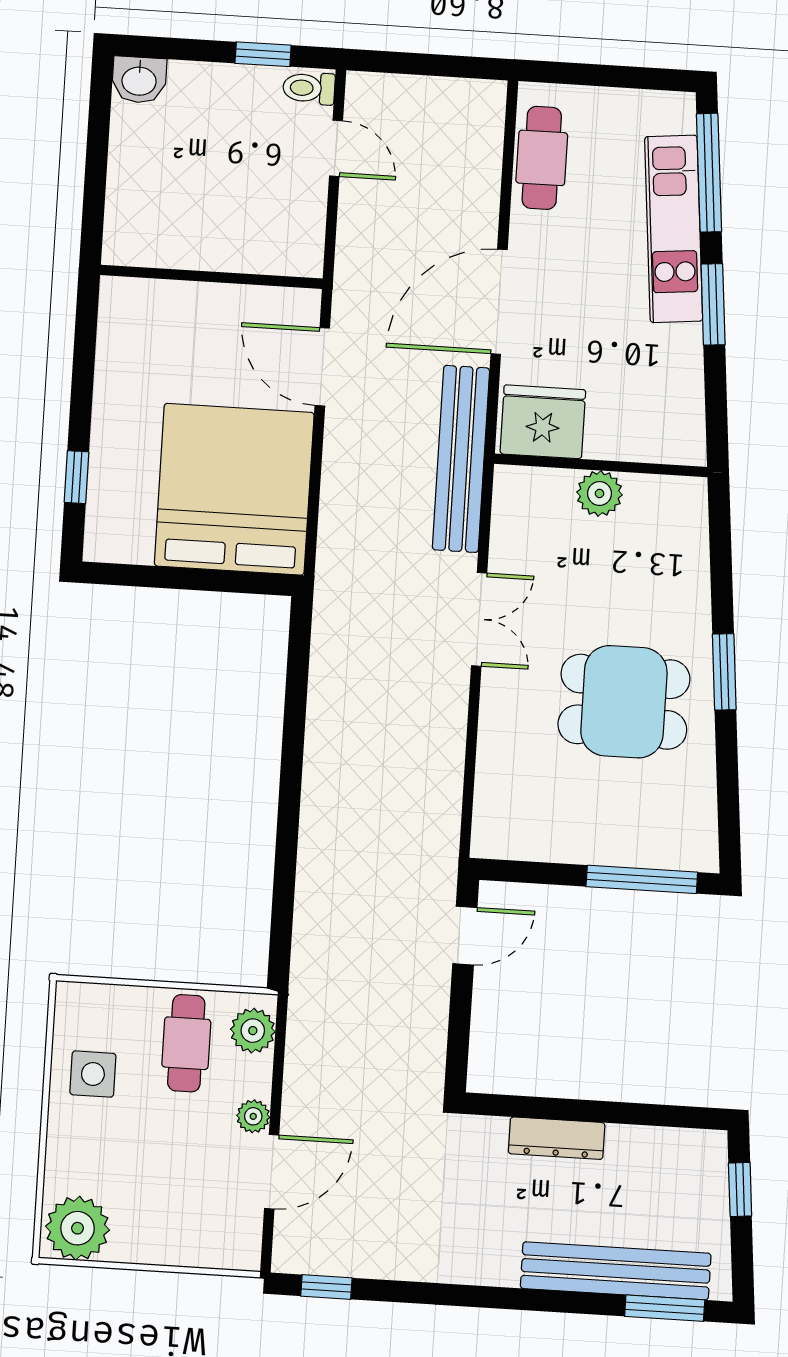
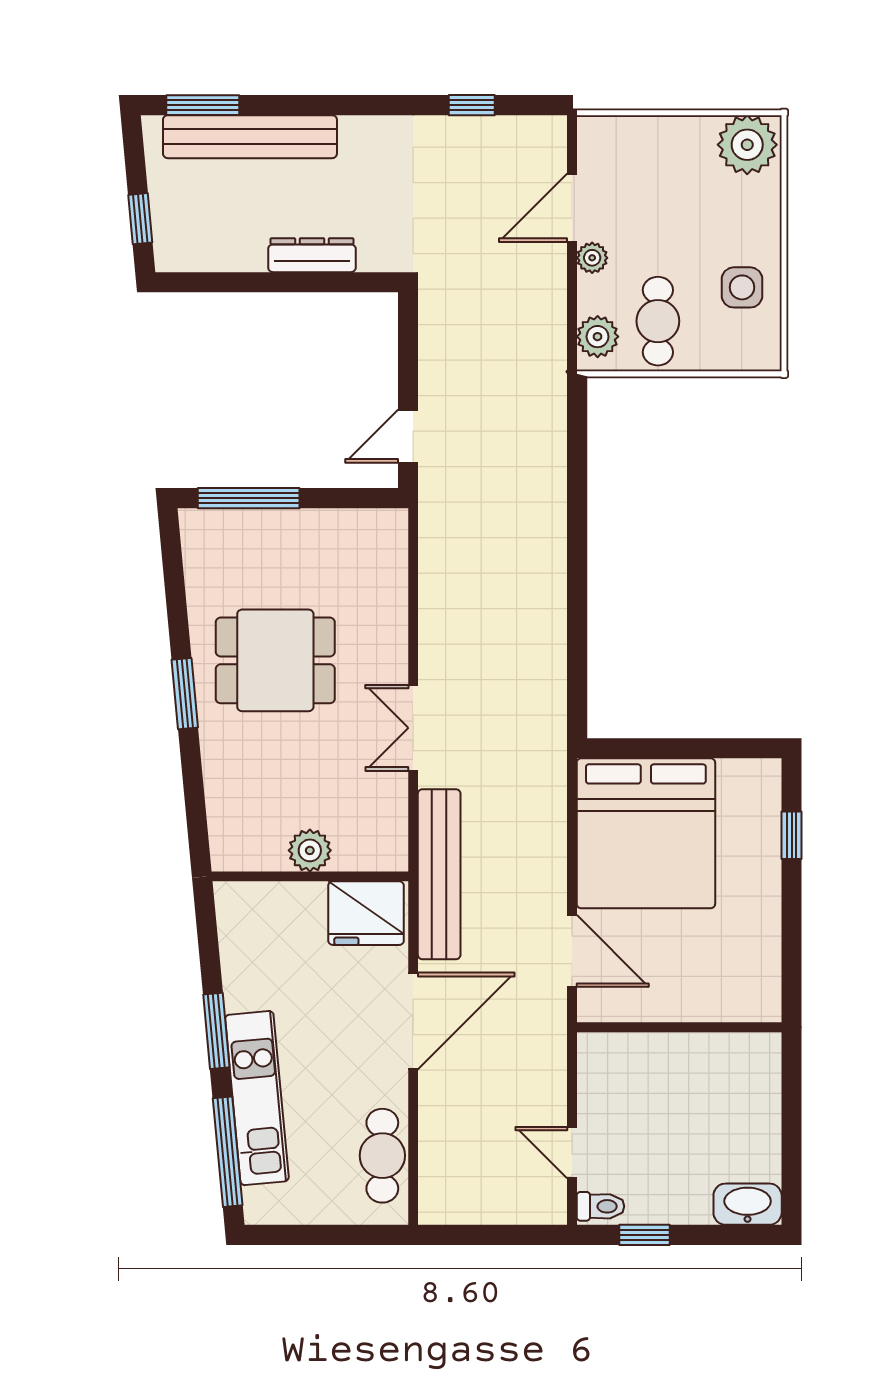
washbasin: (139, 80) -> (748, 1204), width x1.38
window: (326, 1287) -> (472, 105), moved

